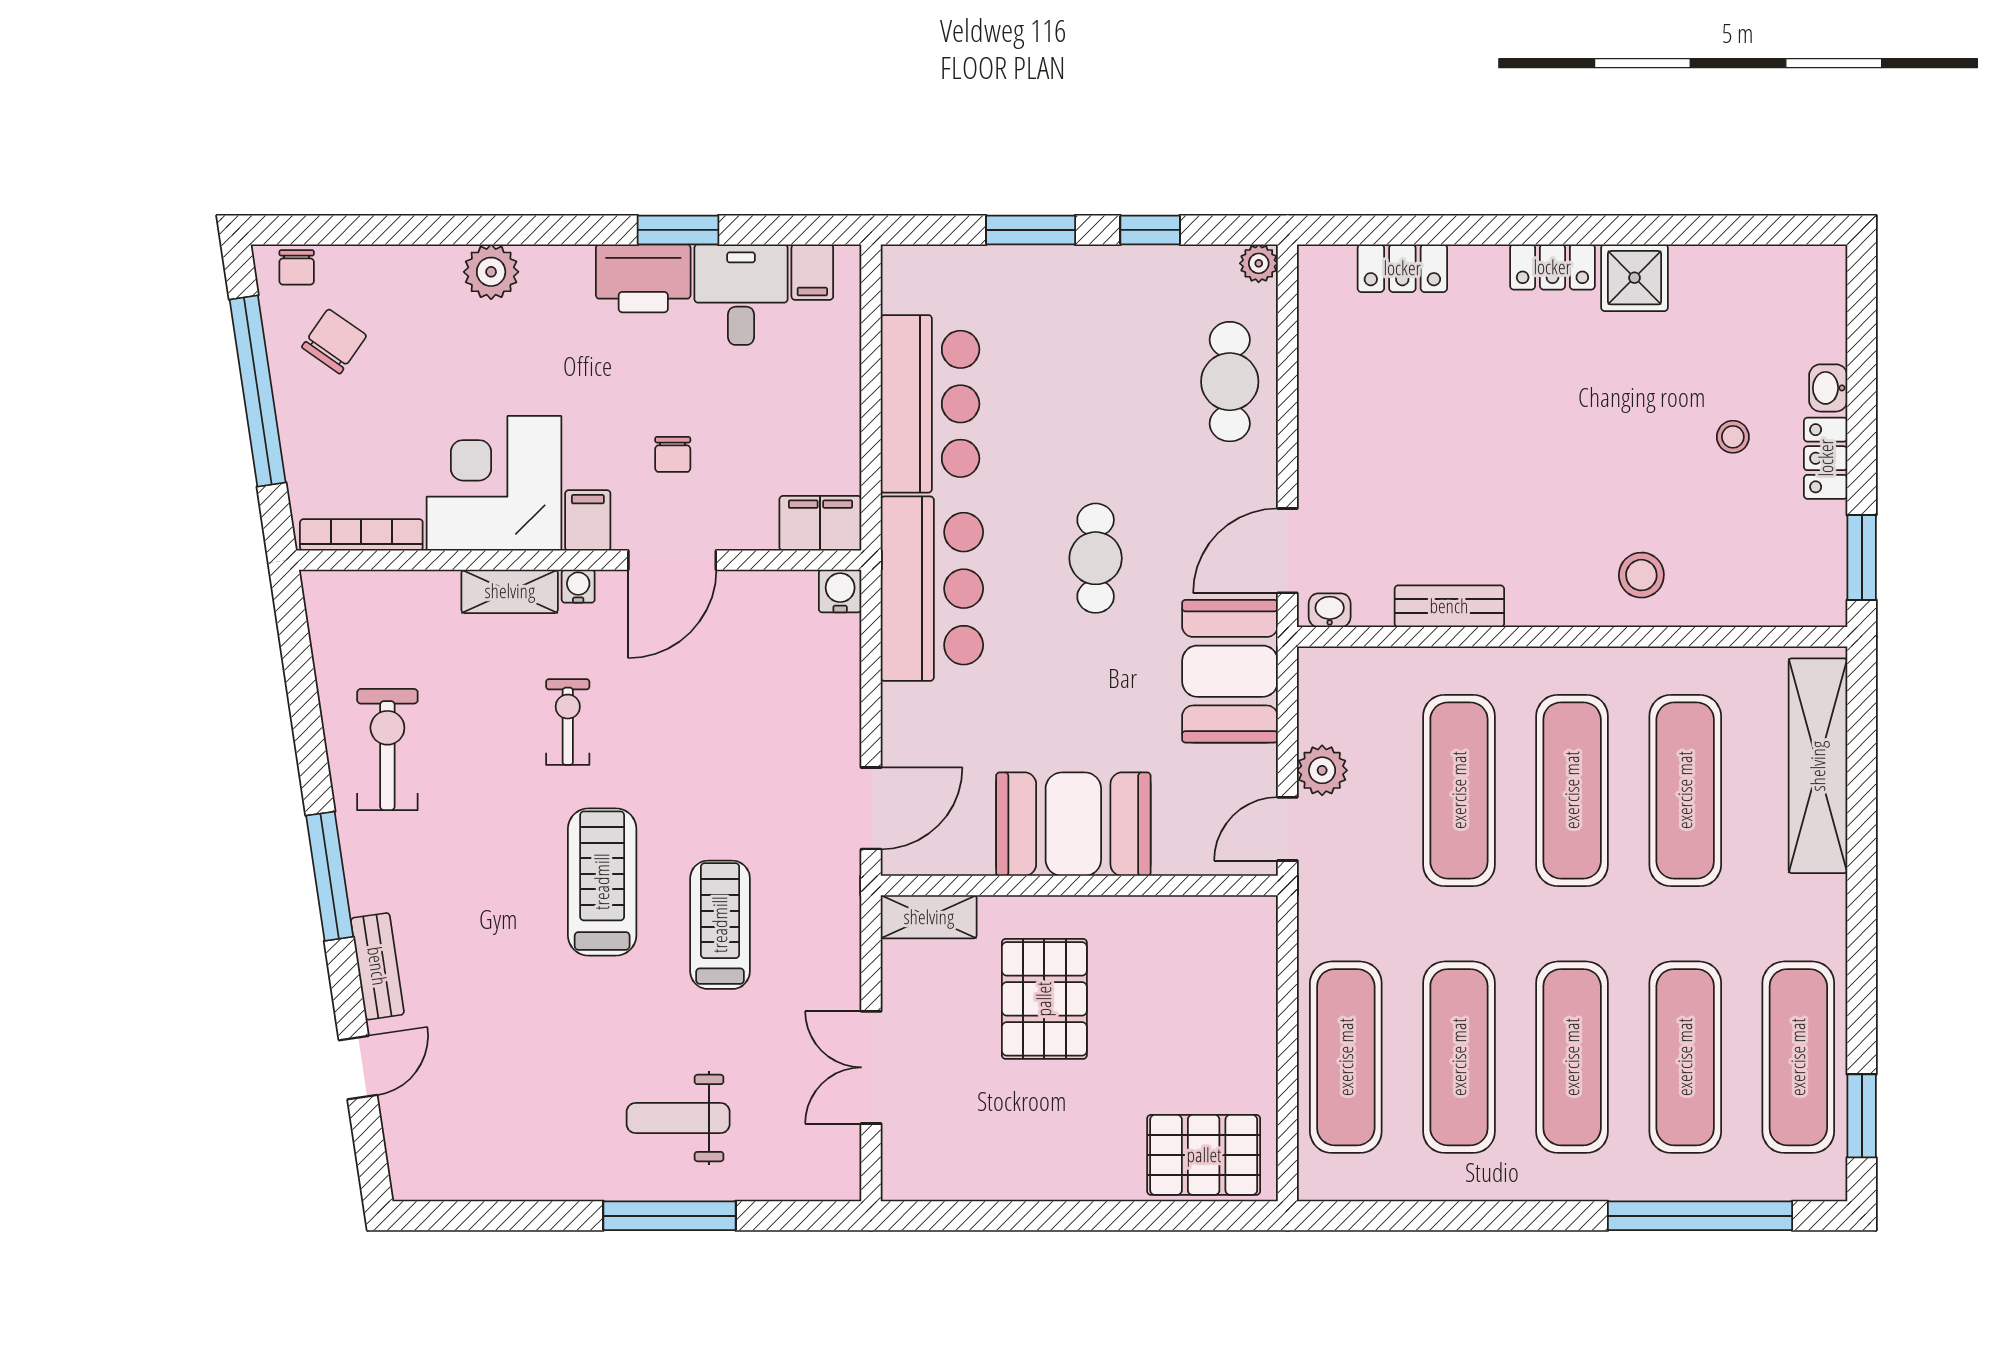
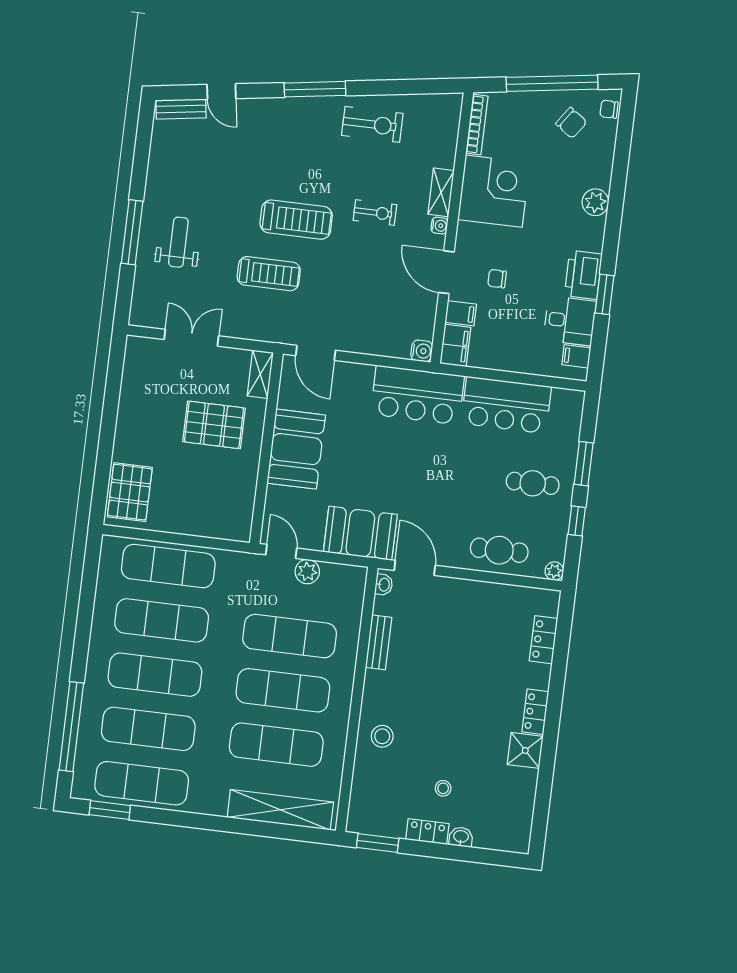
filing cabinet: (588, 520) -> (461, 313), moved
cafe table: (1096, 558) -> (533, 483), moved
bench: (377, 966) -> (181, 109), moved

